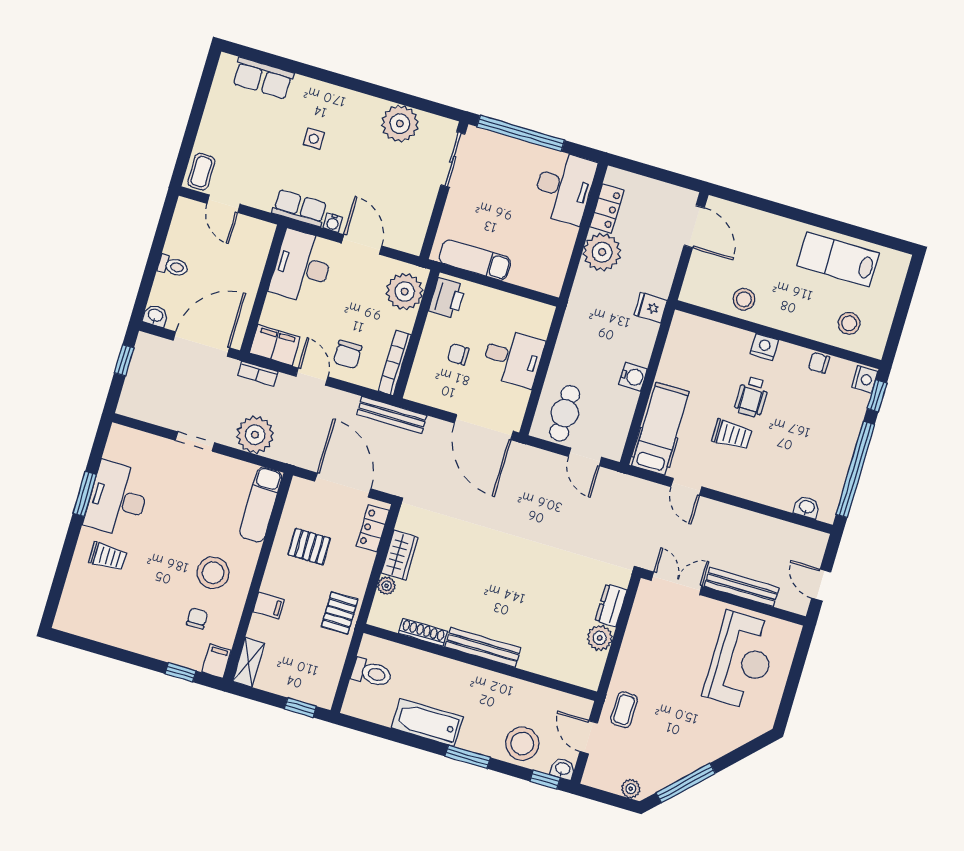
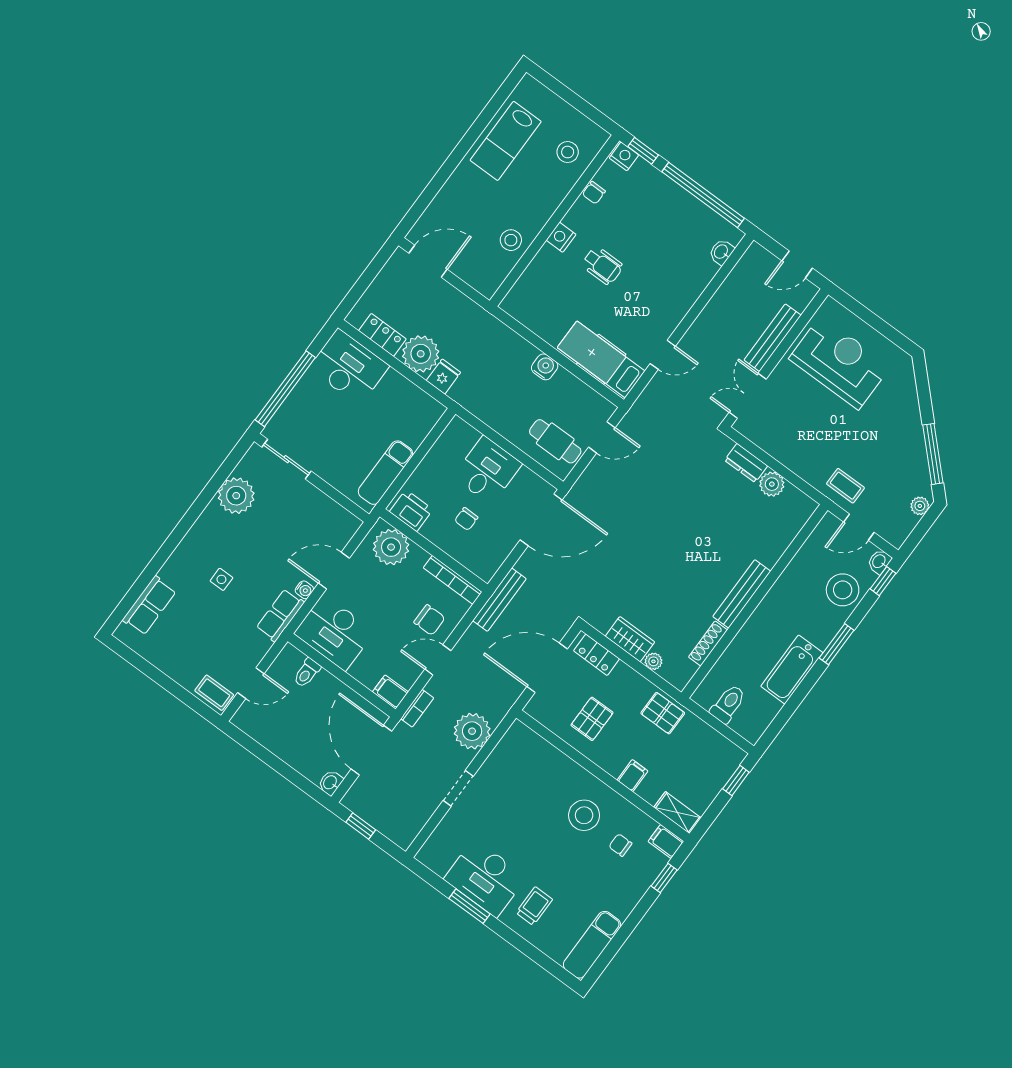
toilet: (173, 266) -> (307, 673), moved, turned 180
fridge: (651, 308) -> (443, 377), moved, turned 180
filing cabinet: (275, 345) -> (390, 692), width x0.50
trolley: (732, 435) -> (630, 296), removed
exam couch: (261, 505) -> (592, 945), moved, turned 90

